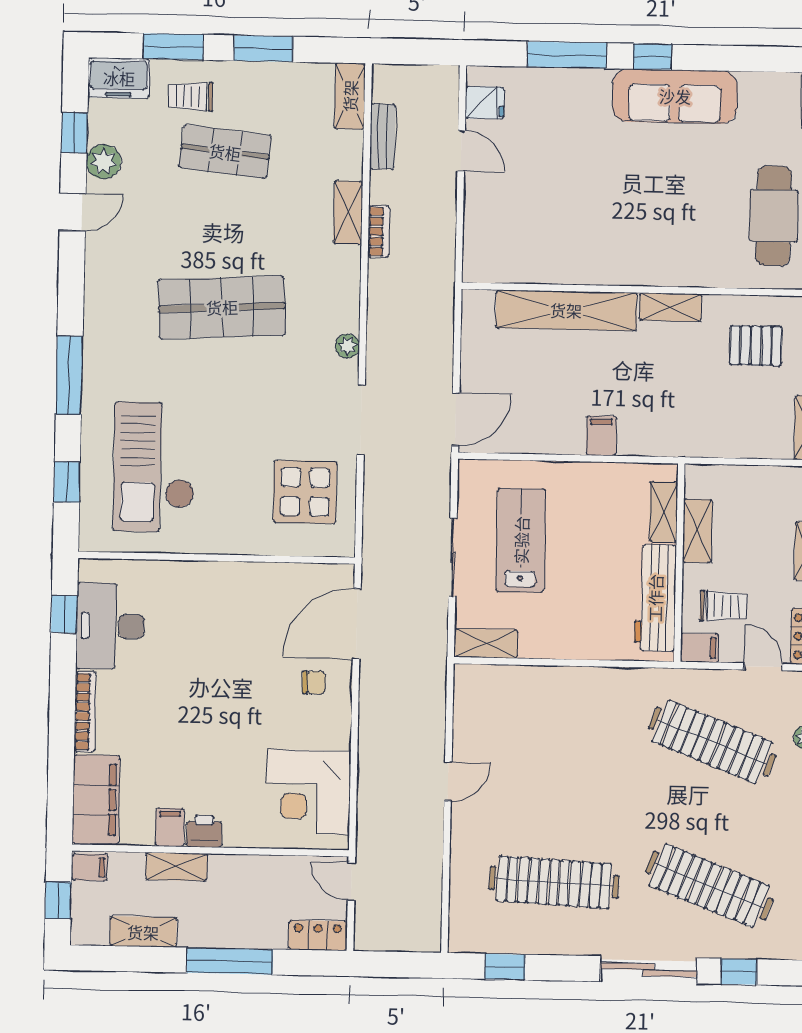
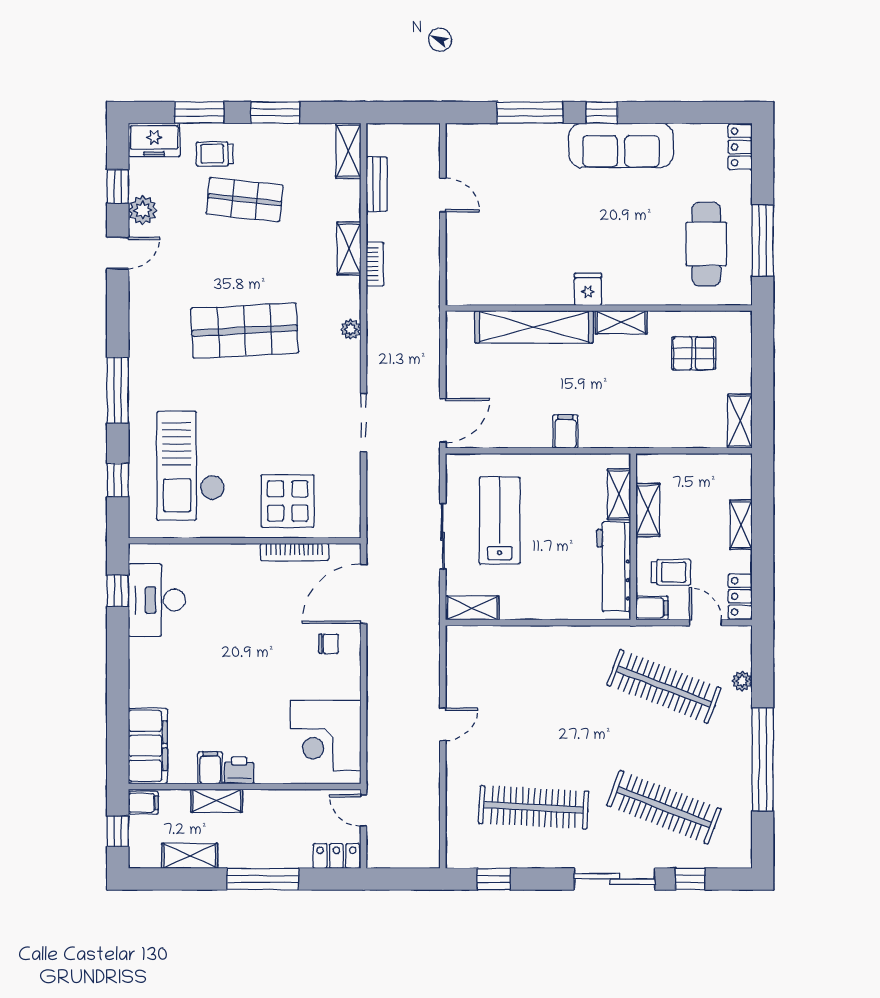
fridge: (485, 103) -> (588, 289), moved, turned -90
plant: (347, 346) -> (351, 329), moved
display table: (305, 492) -> (288, 501), moved
bookcase: (85, 712) -> (295, 552), moved, turned 90

